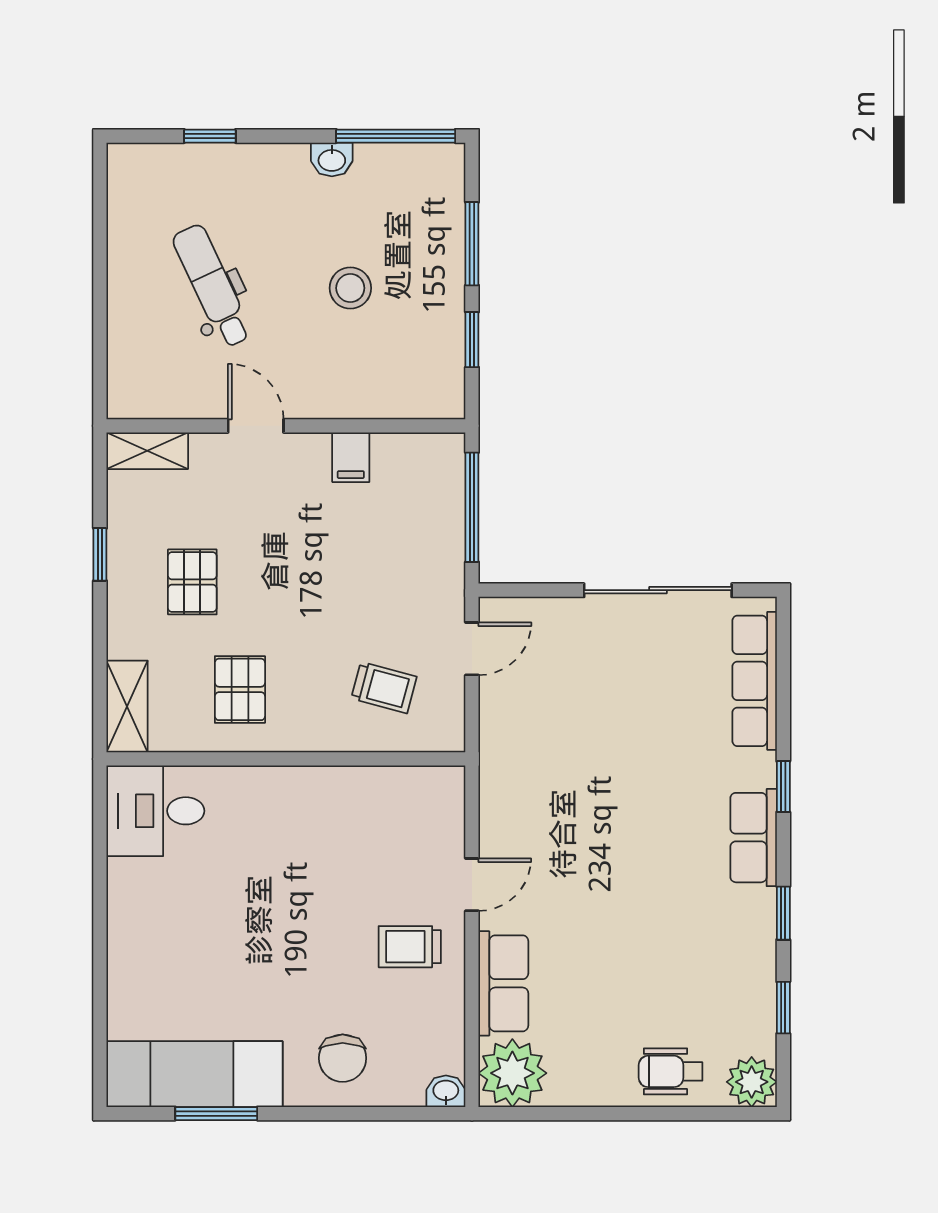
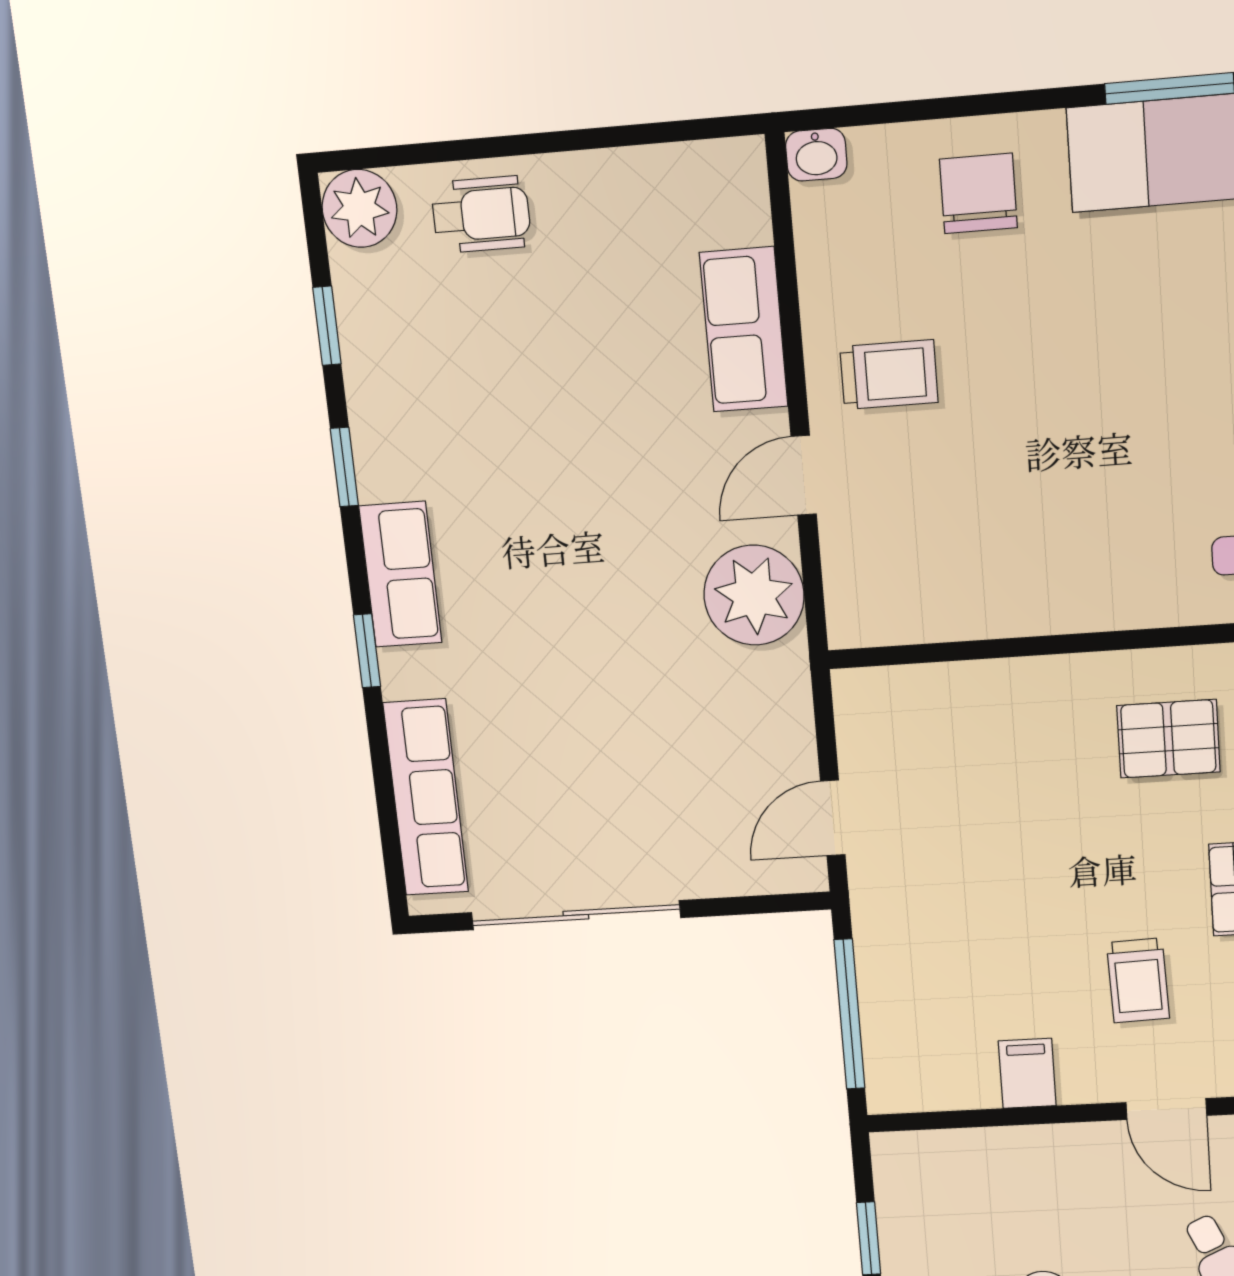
trolley: (384, 688) -> (1138, 980), moved, turned -107
pallet: (240, 689) -> (1168, 739), turned 90
plant: (512, 1073) -> (754, 595), moved

